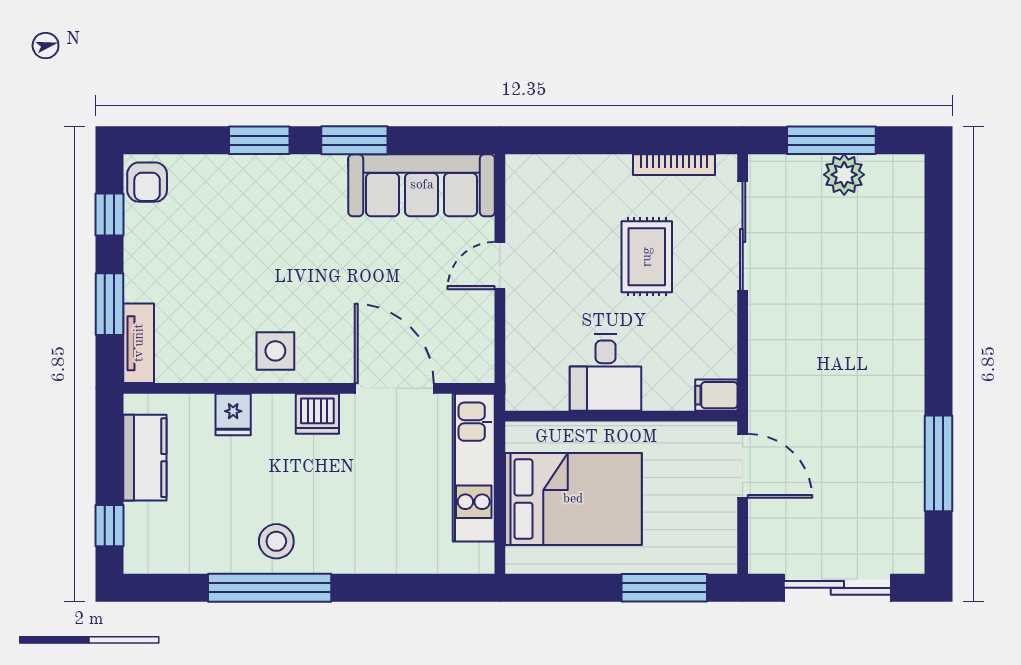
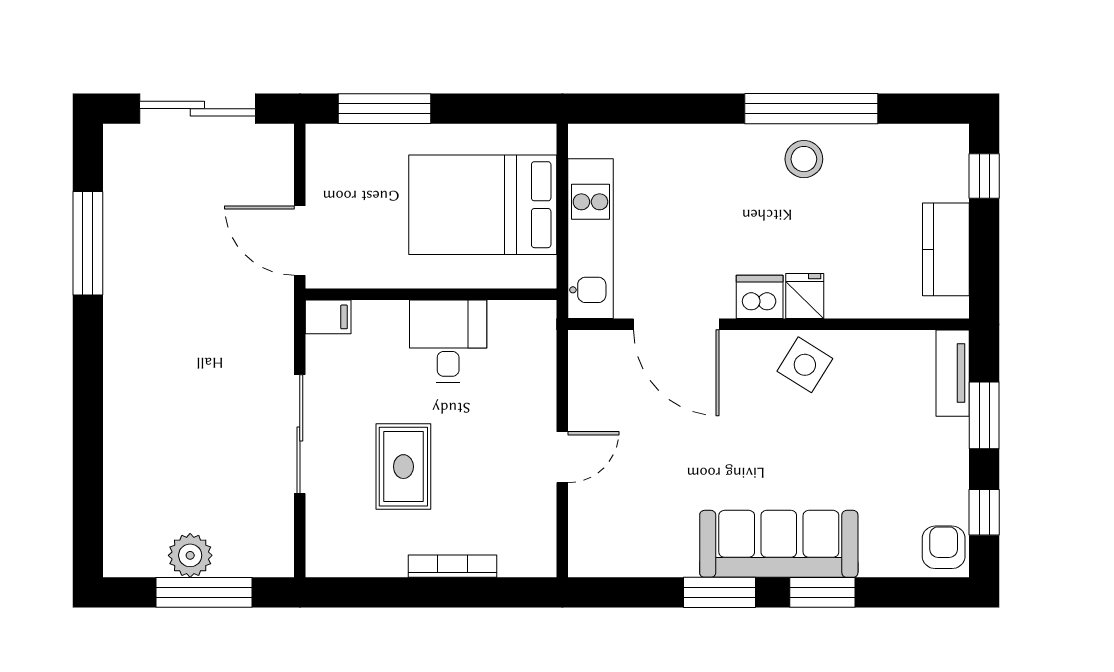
bookcase: (674, 165) -> (452, 566), moved
sofa: (422, 185) -> (779, 544), moved
sliding door: (743, 236) -> (300, 434), moved
side table: (275, 351) -> (805, 365), turned 32
fridge: (233, 415) -> (805, 296), moved

